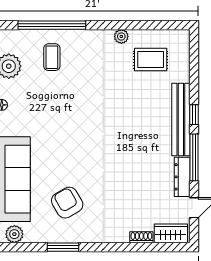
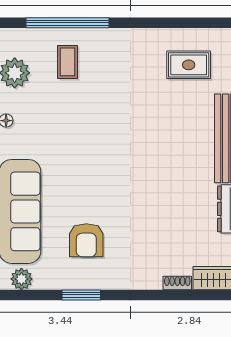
plant: (121, 36) -> (153, 37), removed
armchair: (67, 203) -> (86, 240), turned -150

